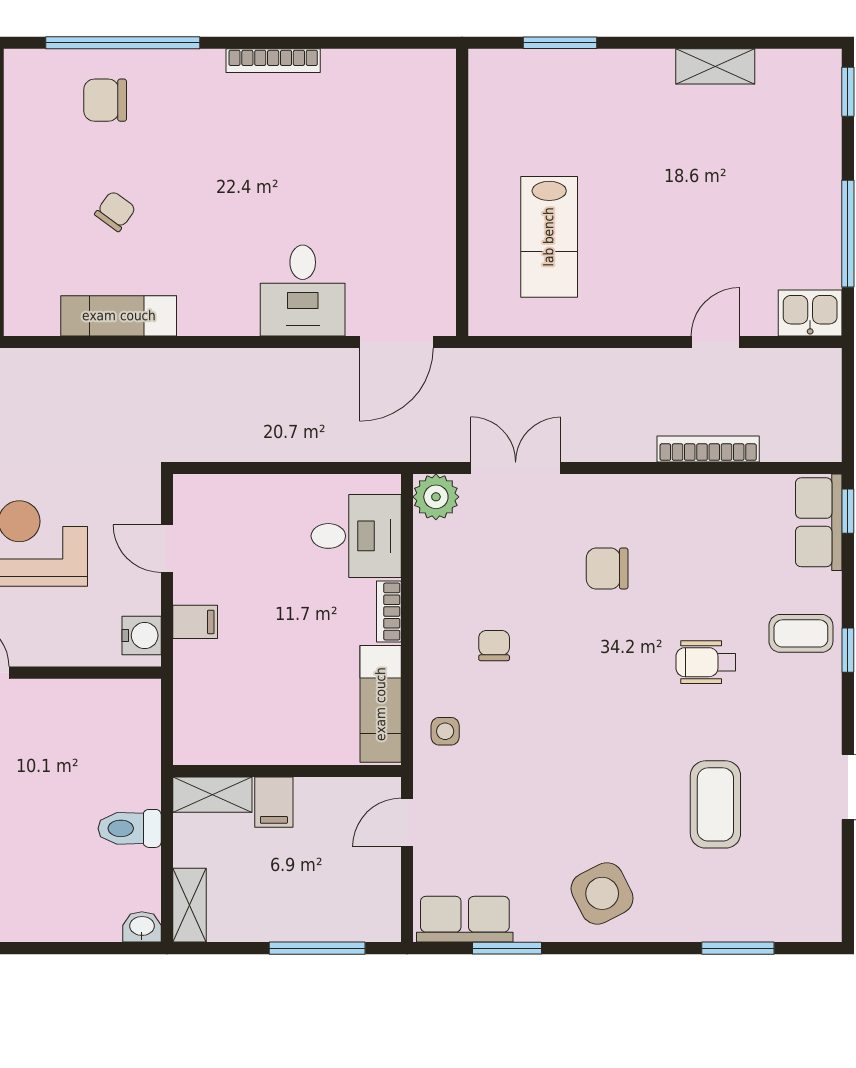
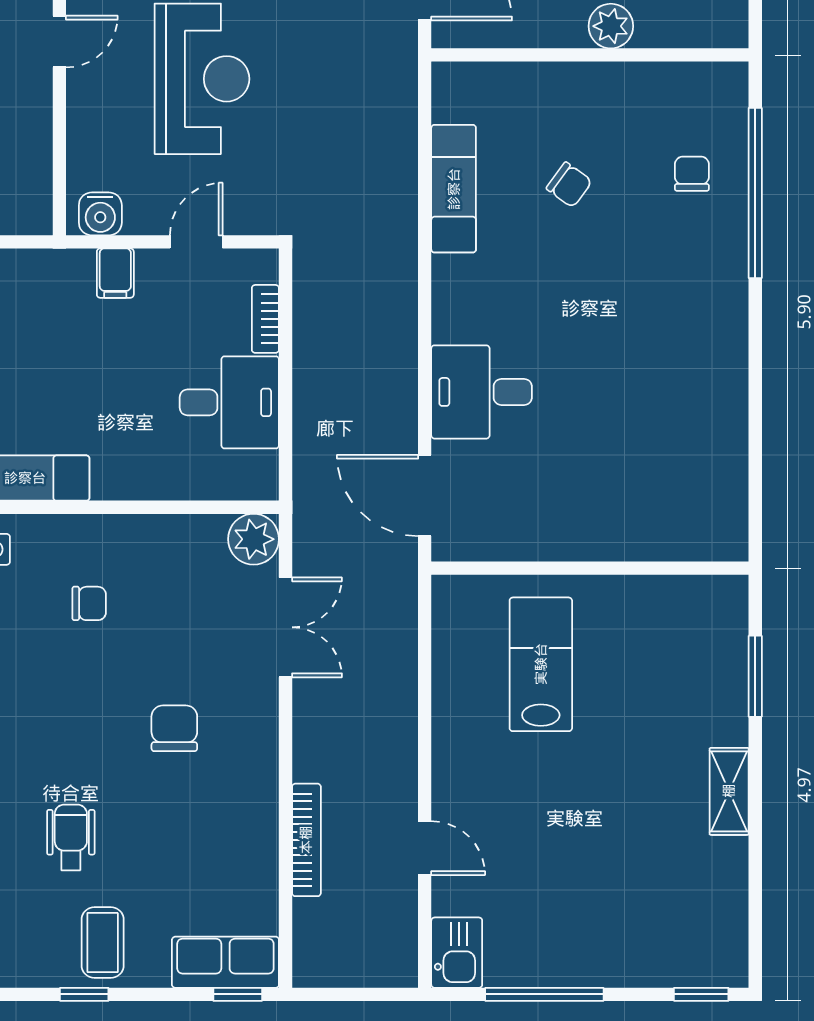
bookcase: (273, 61) -> (735, 359), removed
shelving: (715, 66) -> (729, 791), moved
chair: (105, 100) -> (692, 174), width x0.73, depth x0.73
lab bench: (549, 237) -> (541, 664), turned 90
desk: (356, 536) -> (229, 402), moved, turned -90
bookcase: (389, 612) -> (265, 319), moved, turned -90

